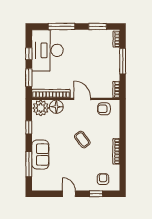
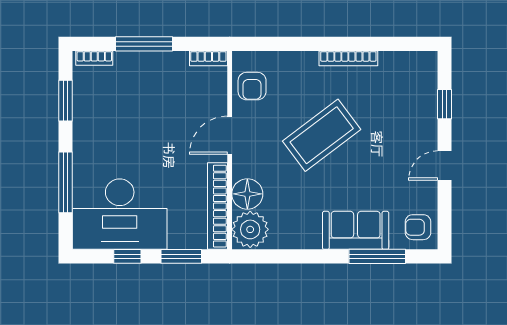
window: (29, 127) -> (294, 256), removed
coffee table: (82, 140) -> (322, 135), width x1.86, depth x1.72
armchair: (103, 179) -> (418, 227), moved

